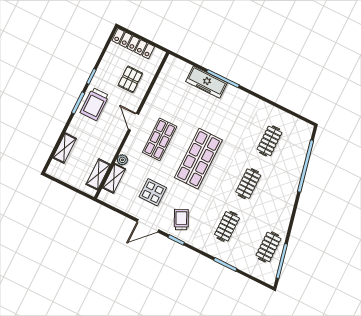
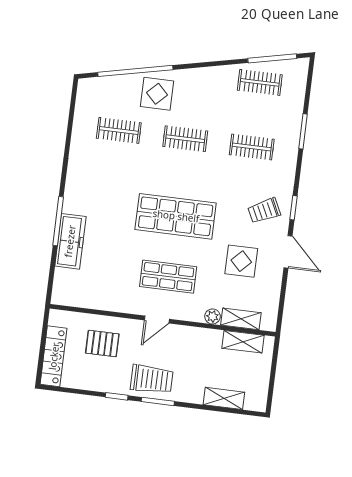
display table: (285, 175) -> (157, 94), added

